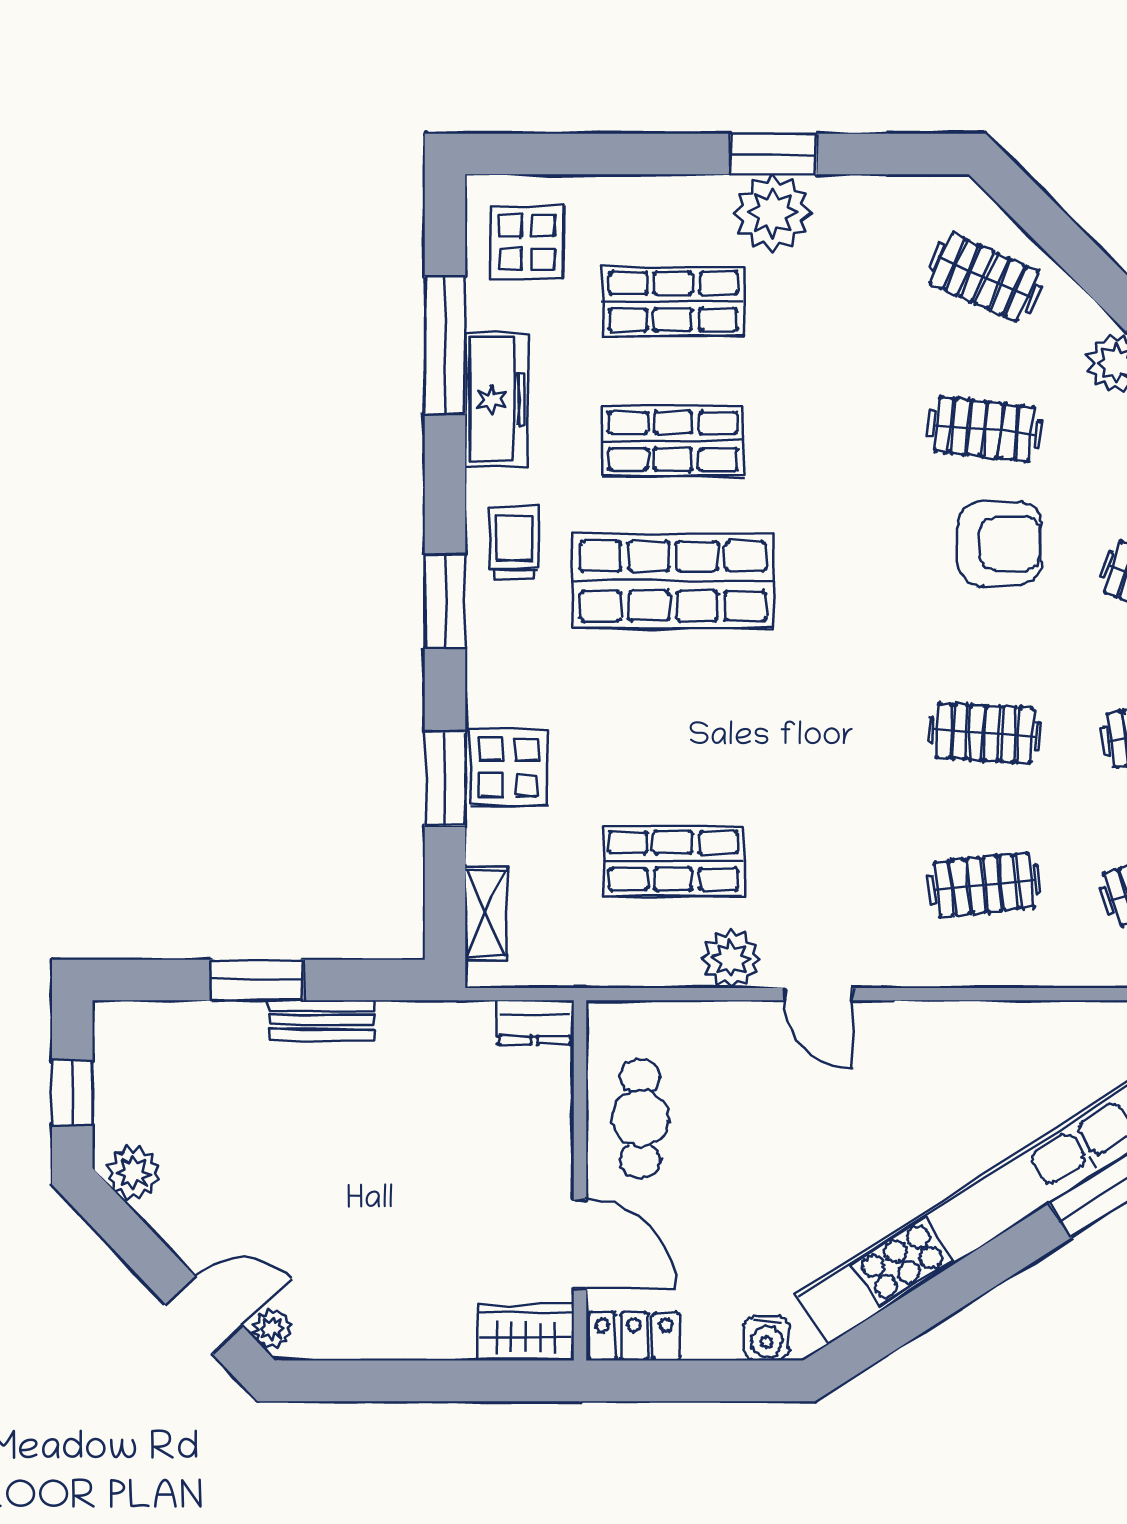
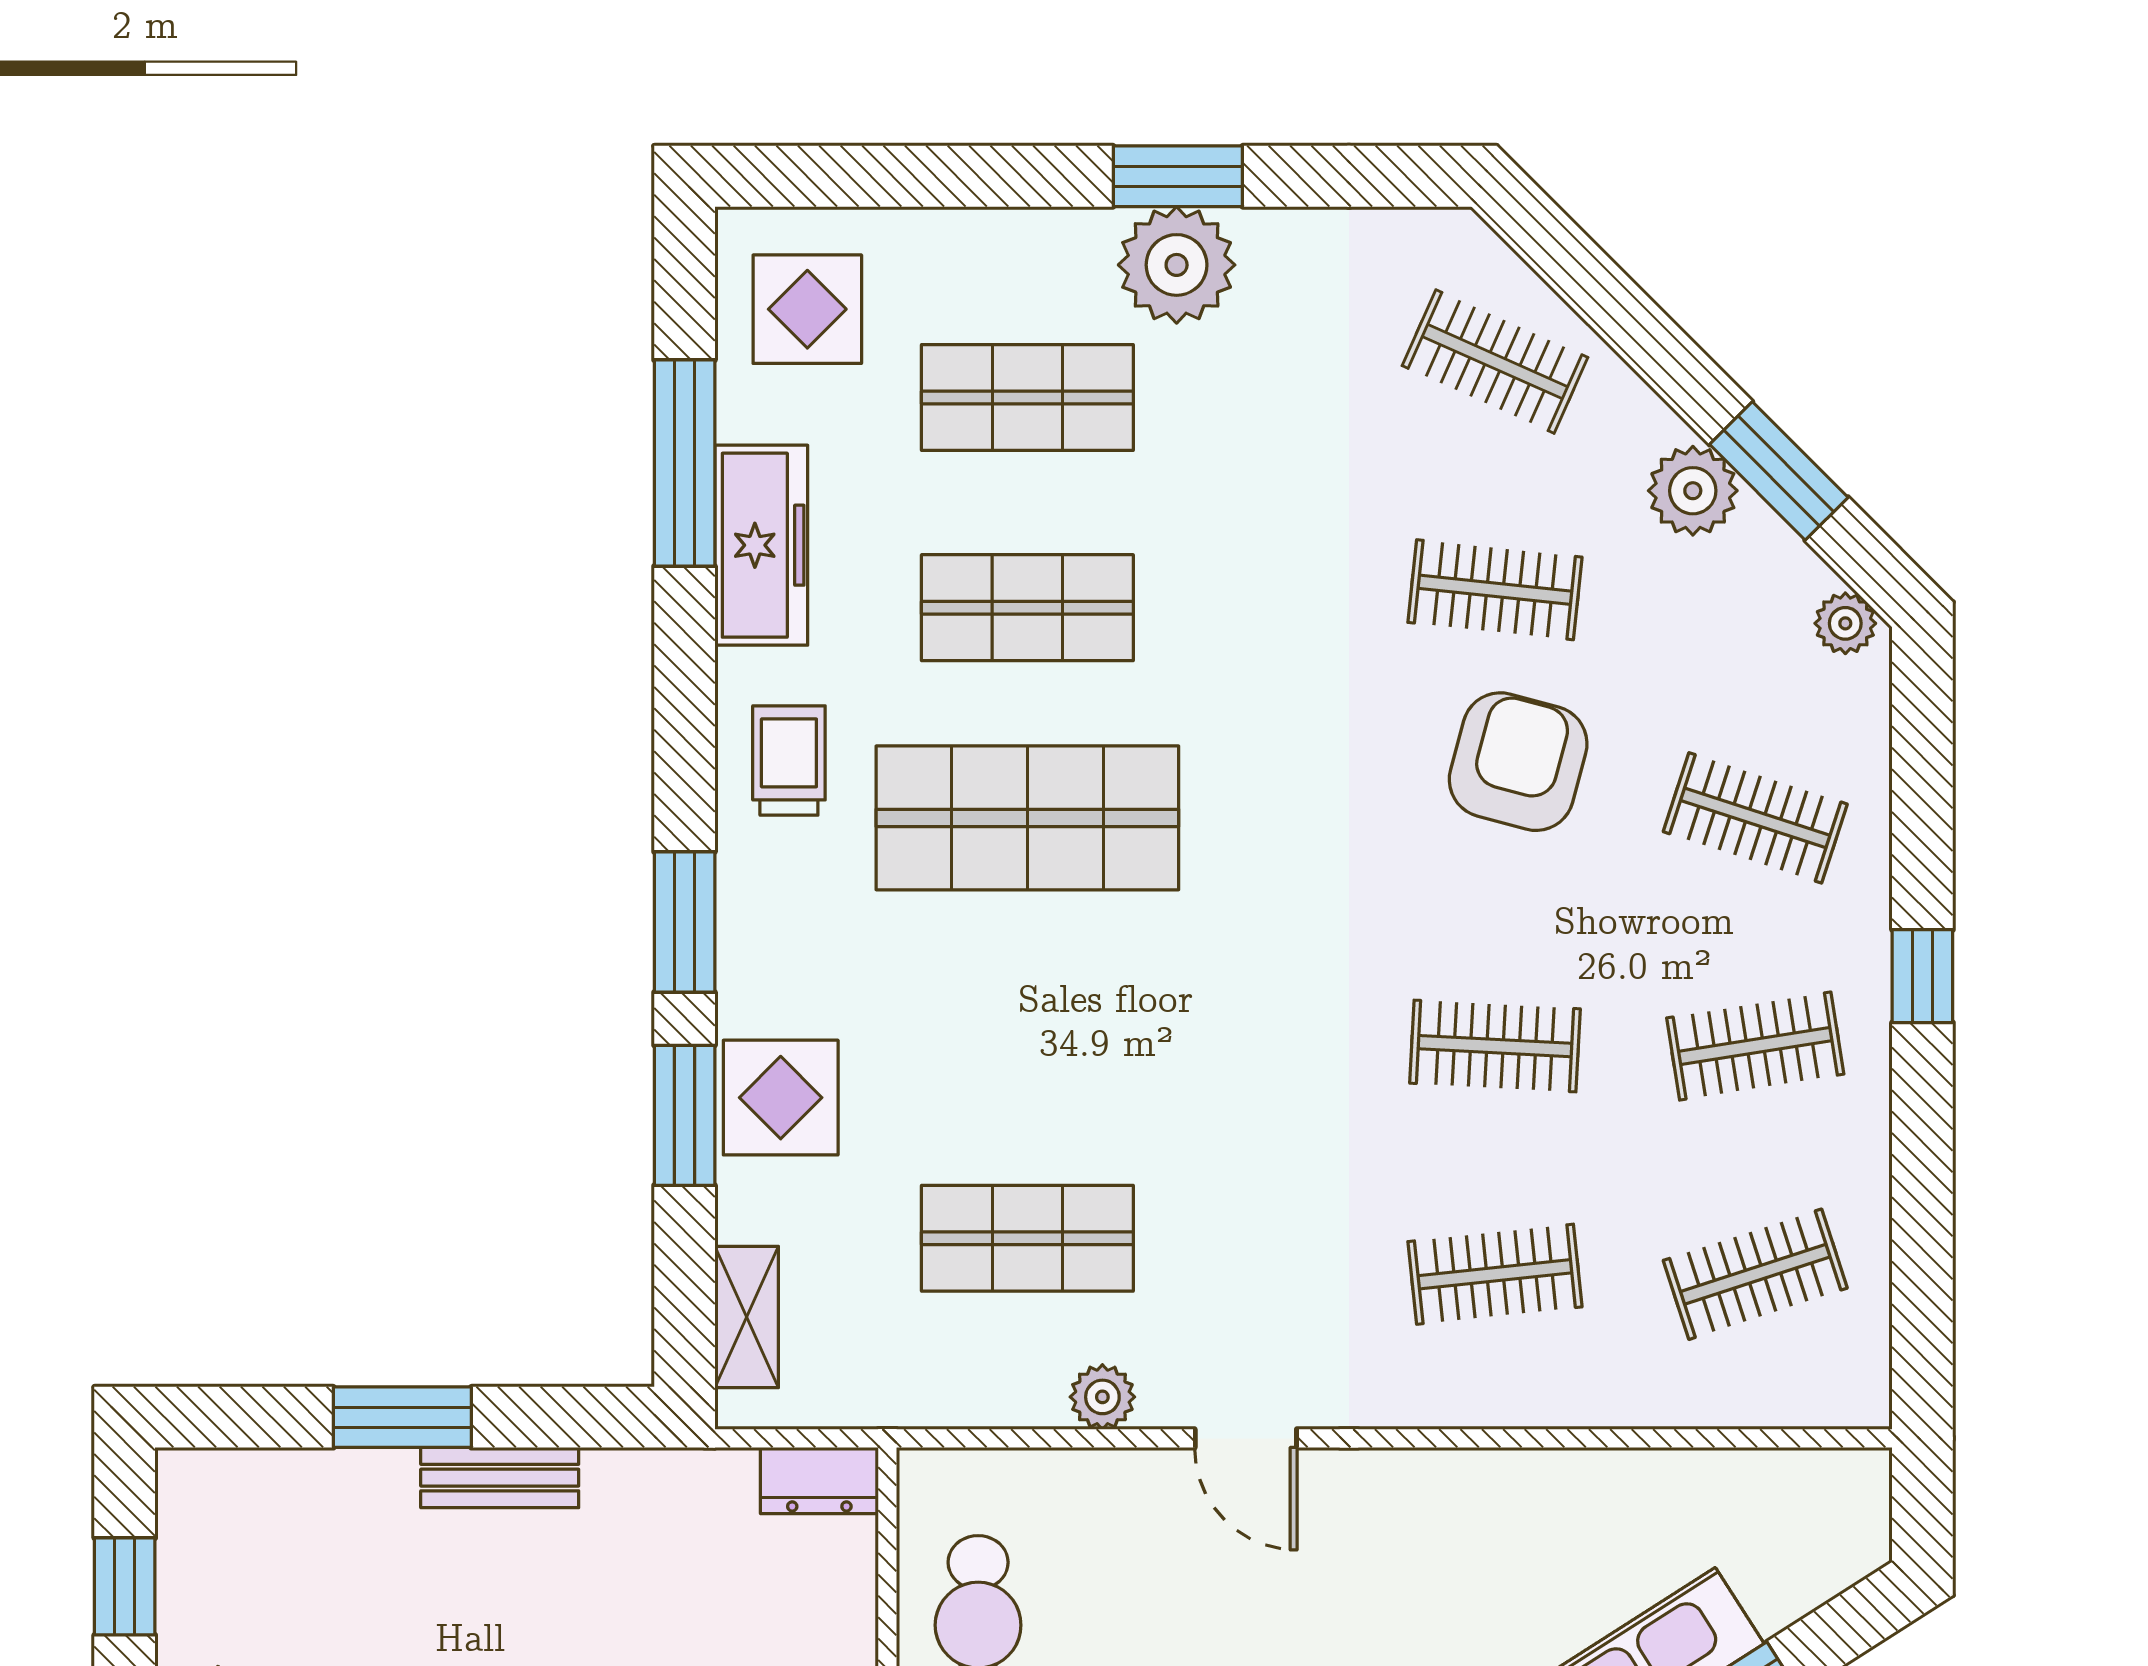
armchair: (1000, 544) -> (1518, 762), turned -75
window: (445, 601) -> (685, 922), moved
plant: (731, 958) -> (1102, 1397), width x0.73, depth x0.73

